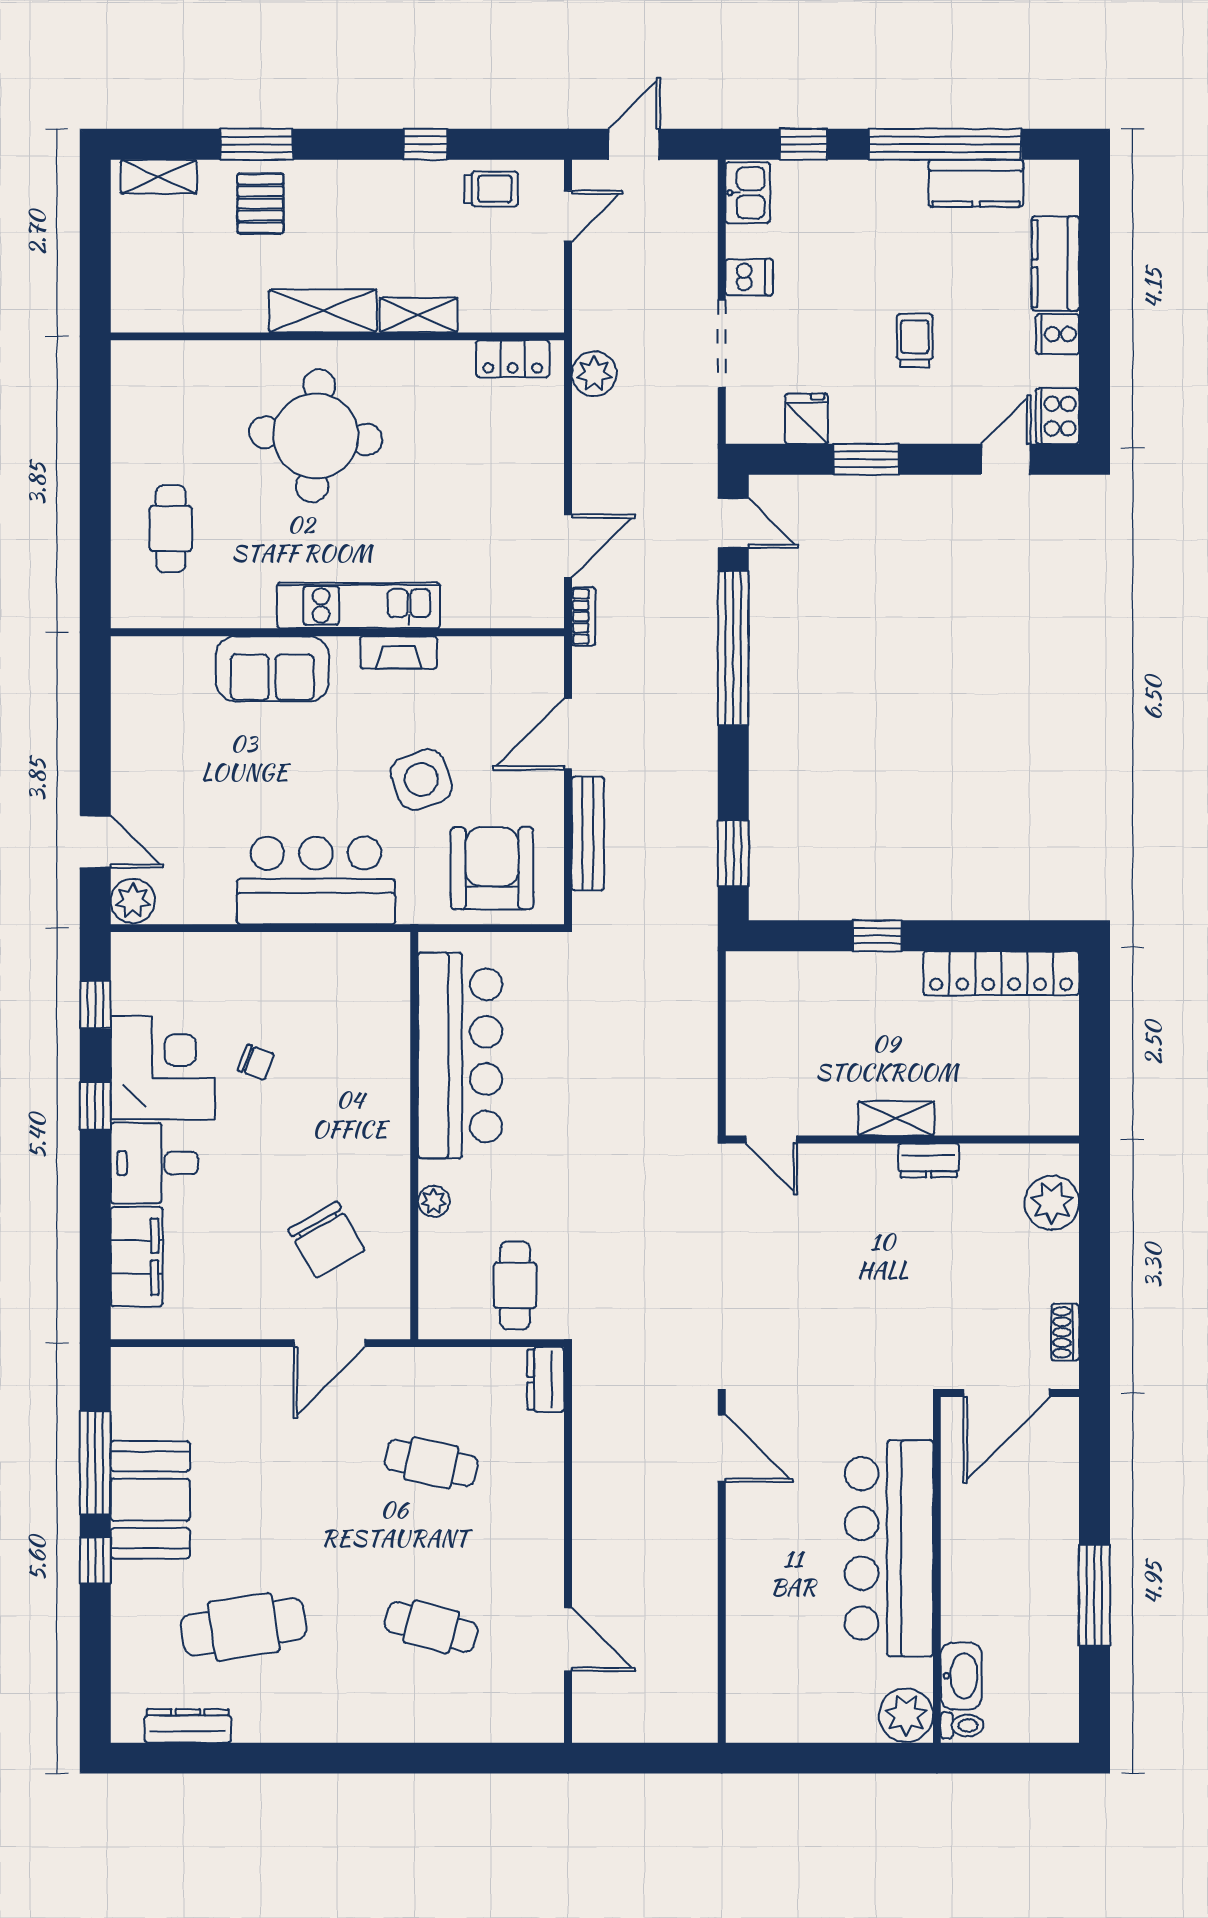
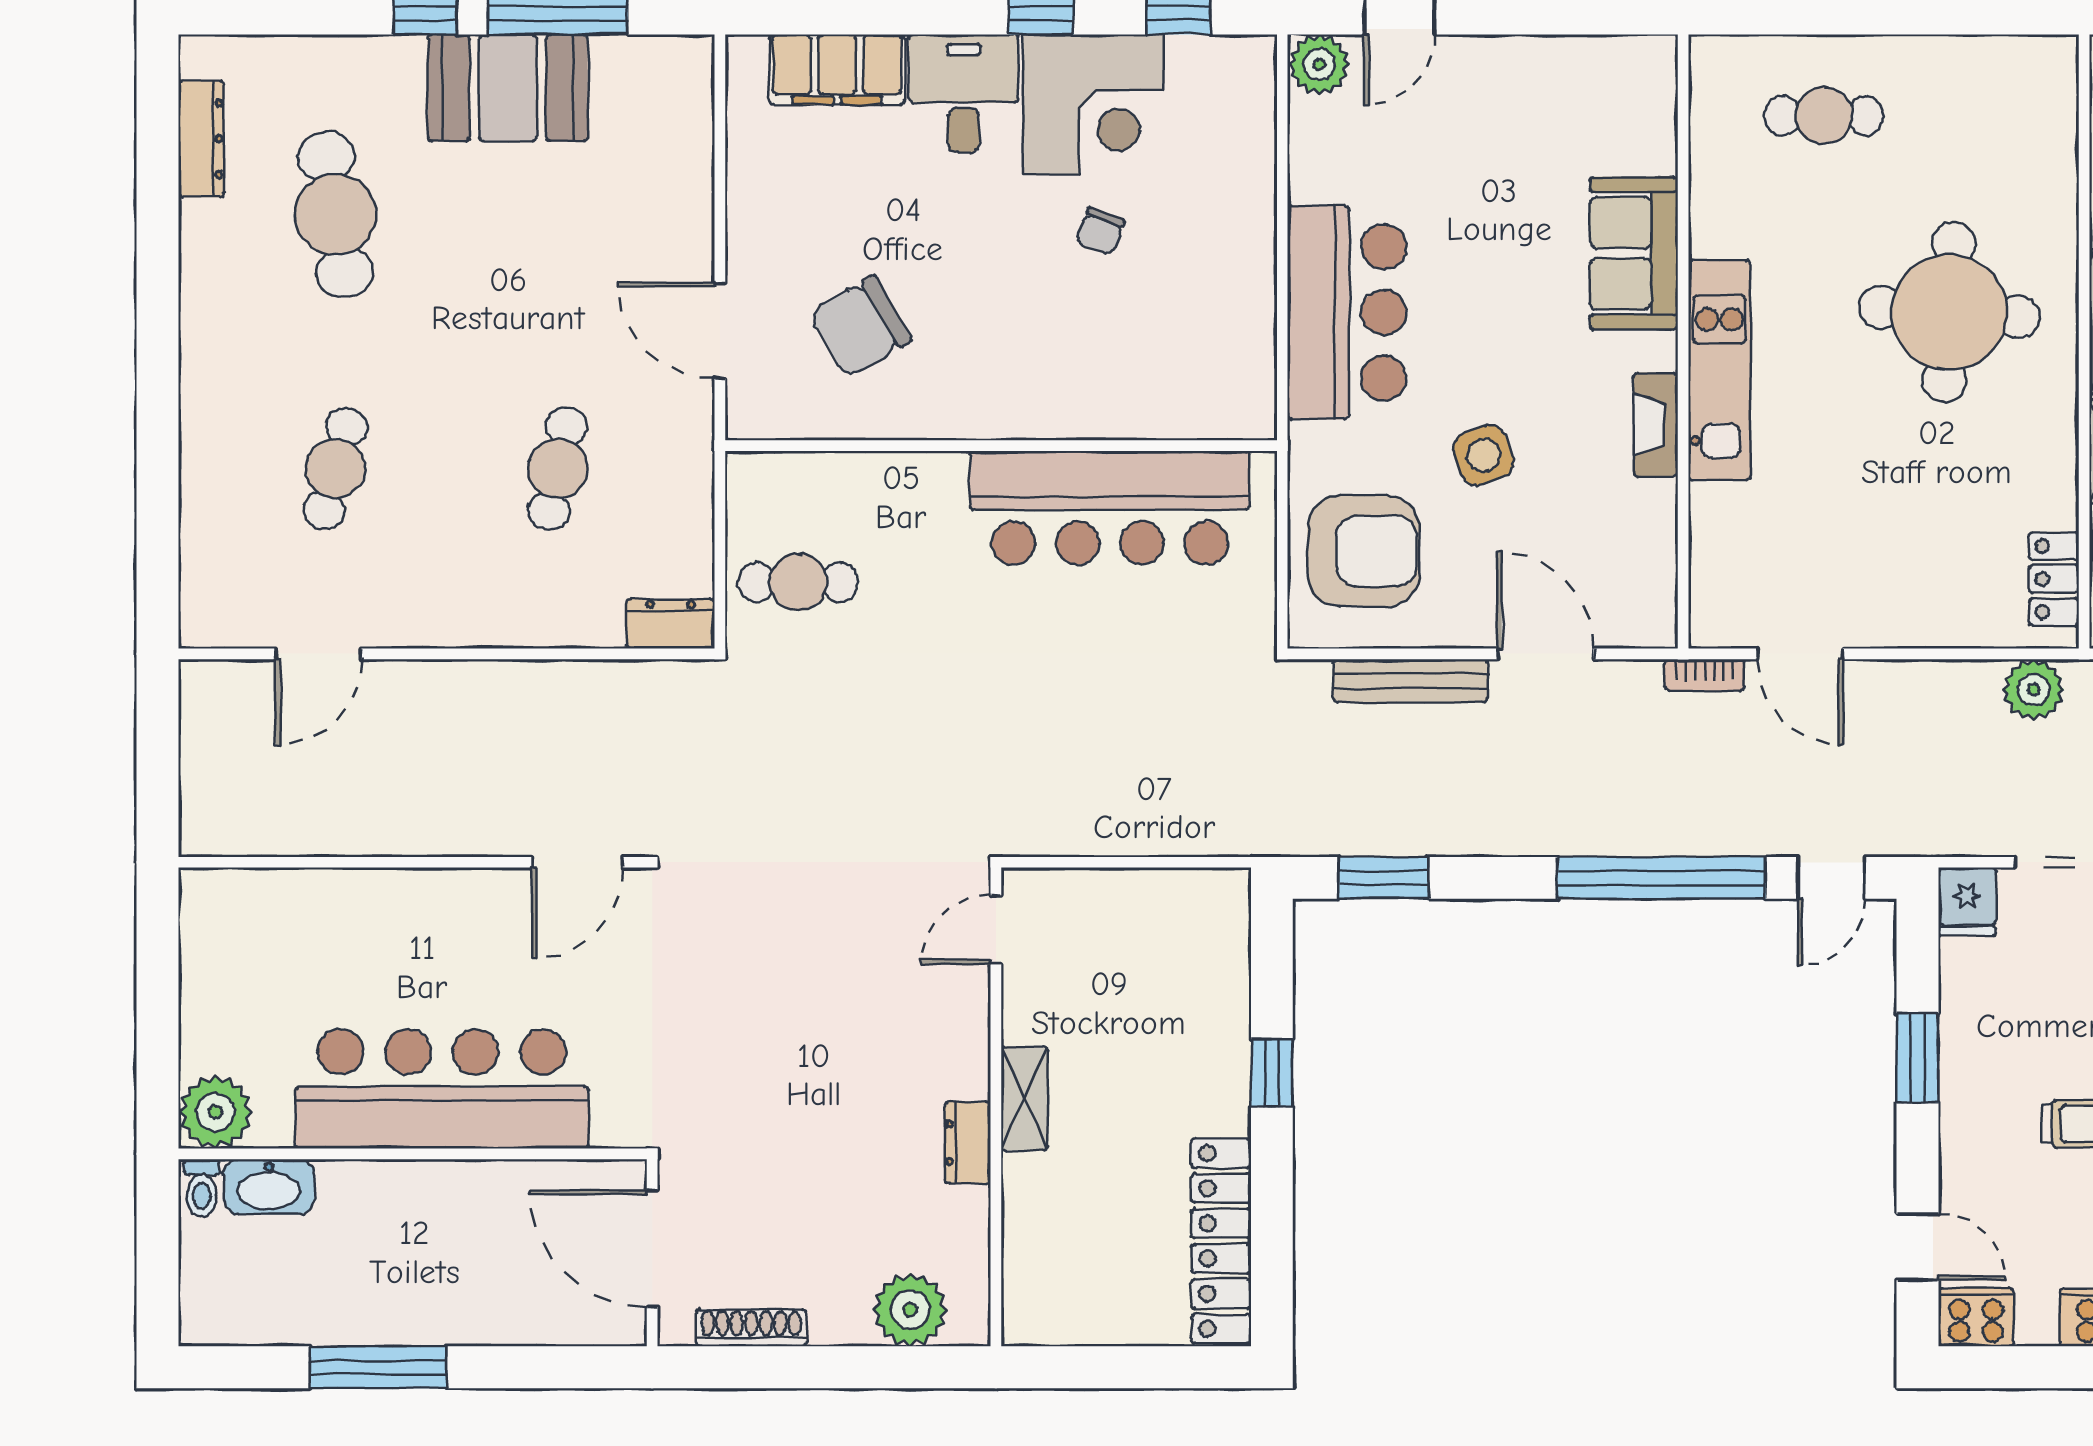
fridge: (807, 419) -> (1967, 902), moved, turned 90
side table: (421, 780) -> (1484, 455), width x0.73, depth x0.73
plant: (434, 1201) -> (912, 472), removed
shoe rack: (1065, 1332) -> (751, 1328), width x1.43

